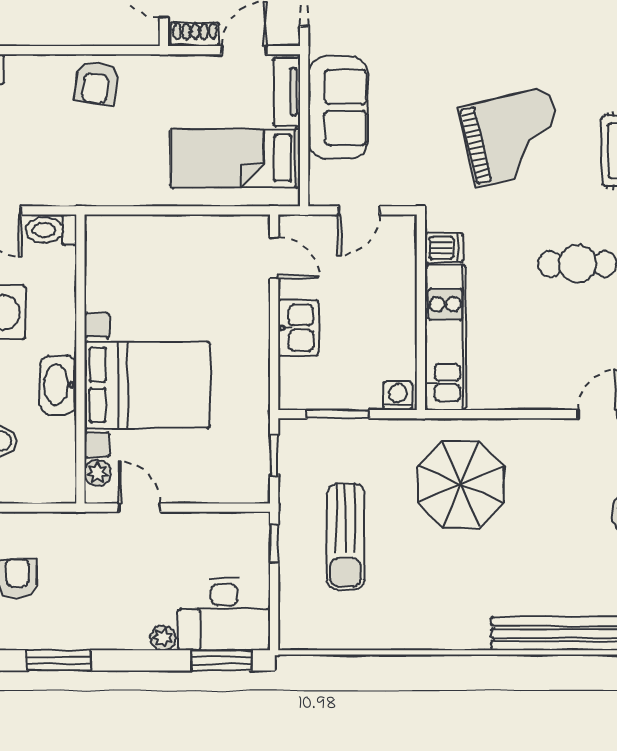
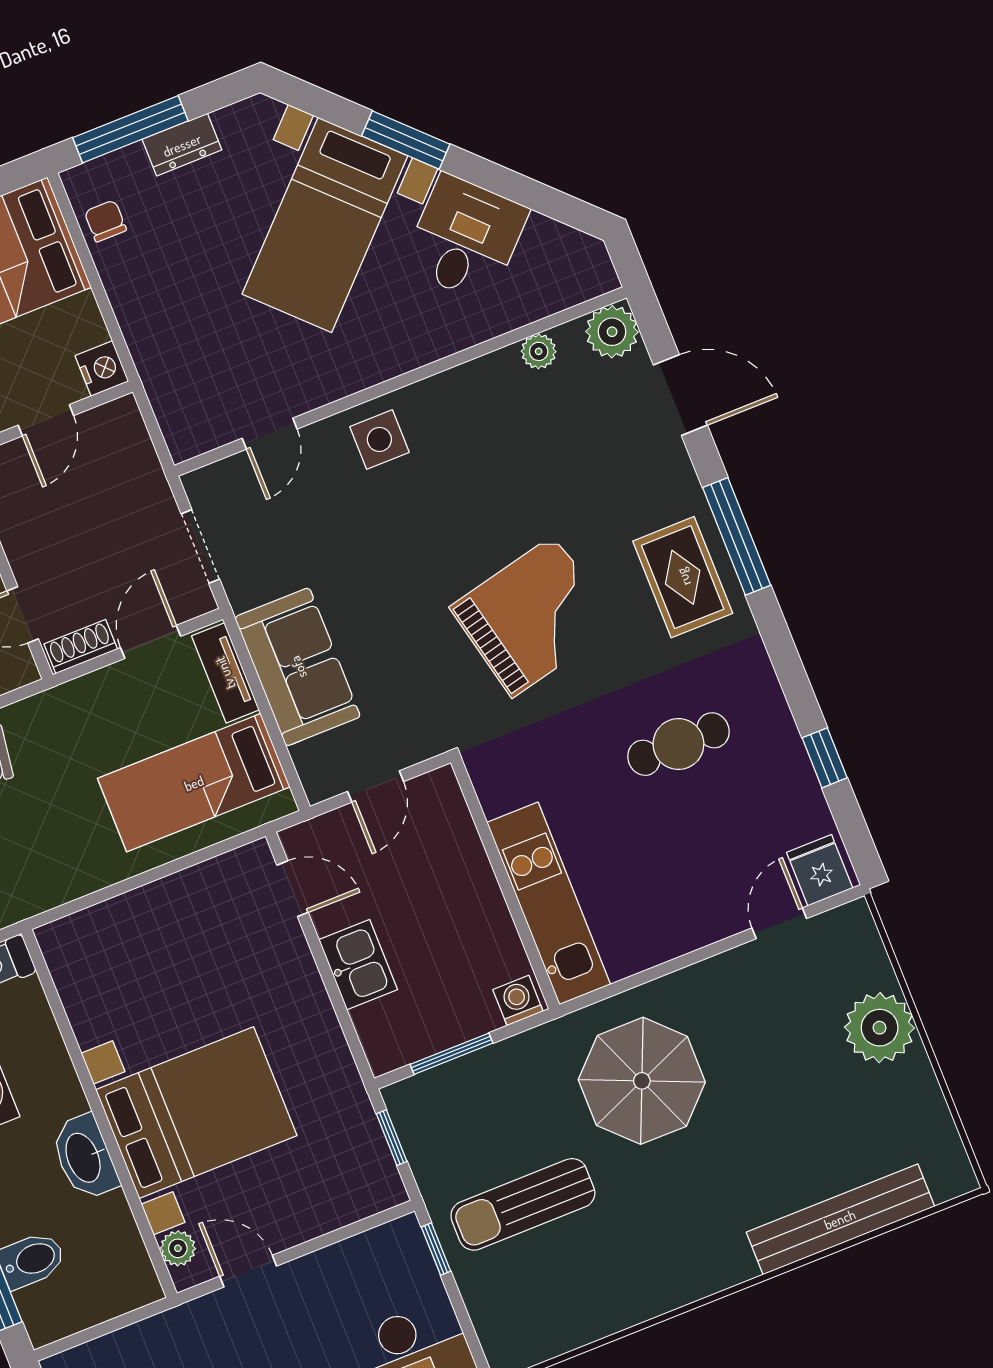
dishwasher: (444, 248) -> (502, 791), removed
sun lounger: (346, 537) -> (523, 1204), turned 90

